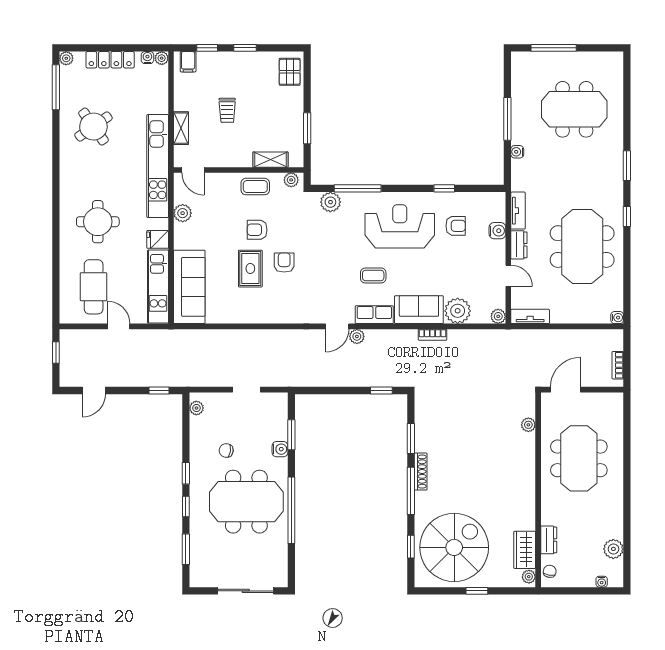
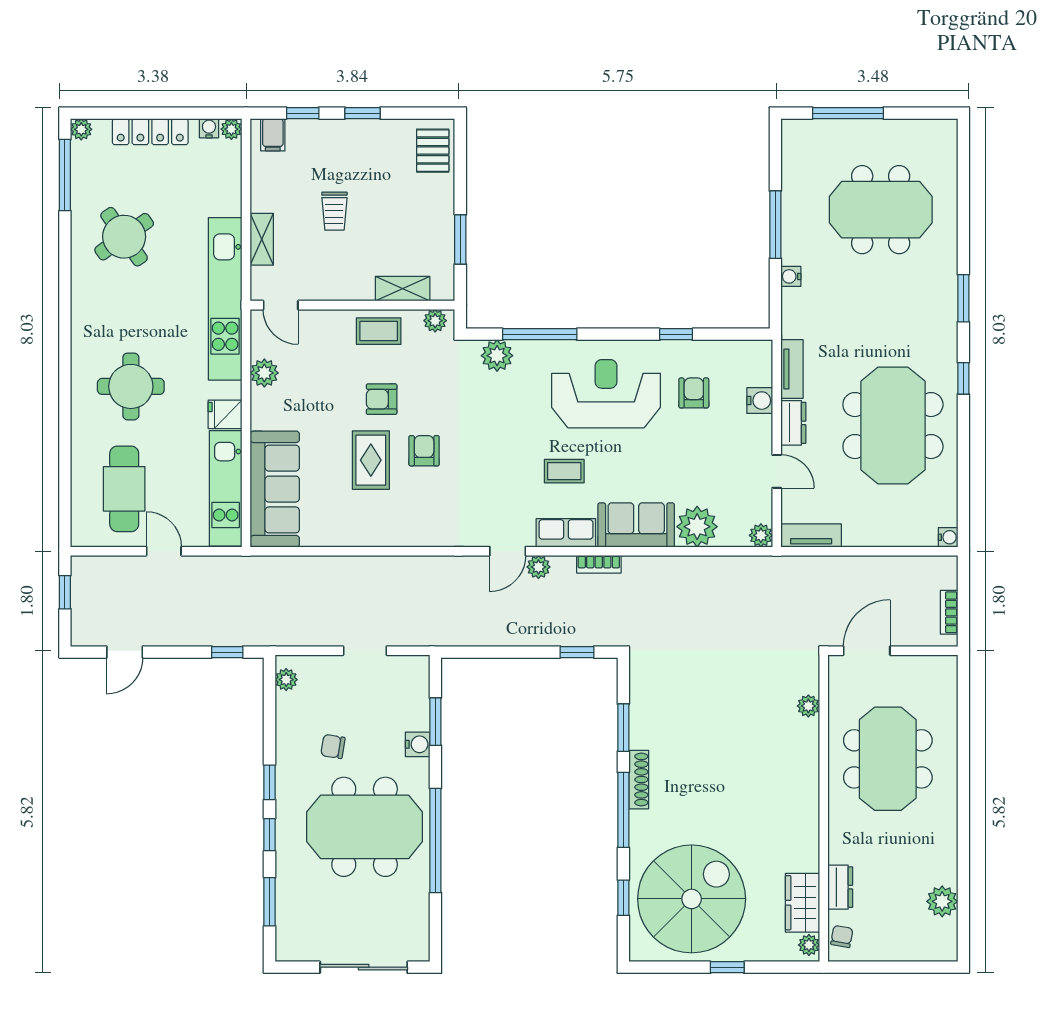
armchair: (456, 226) -> (694, 393), turned -90
bookcase: (432, 335) -> (599, 564), moved
water cooler: (602, 582) -> (924, 953), removed

